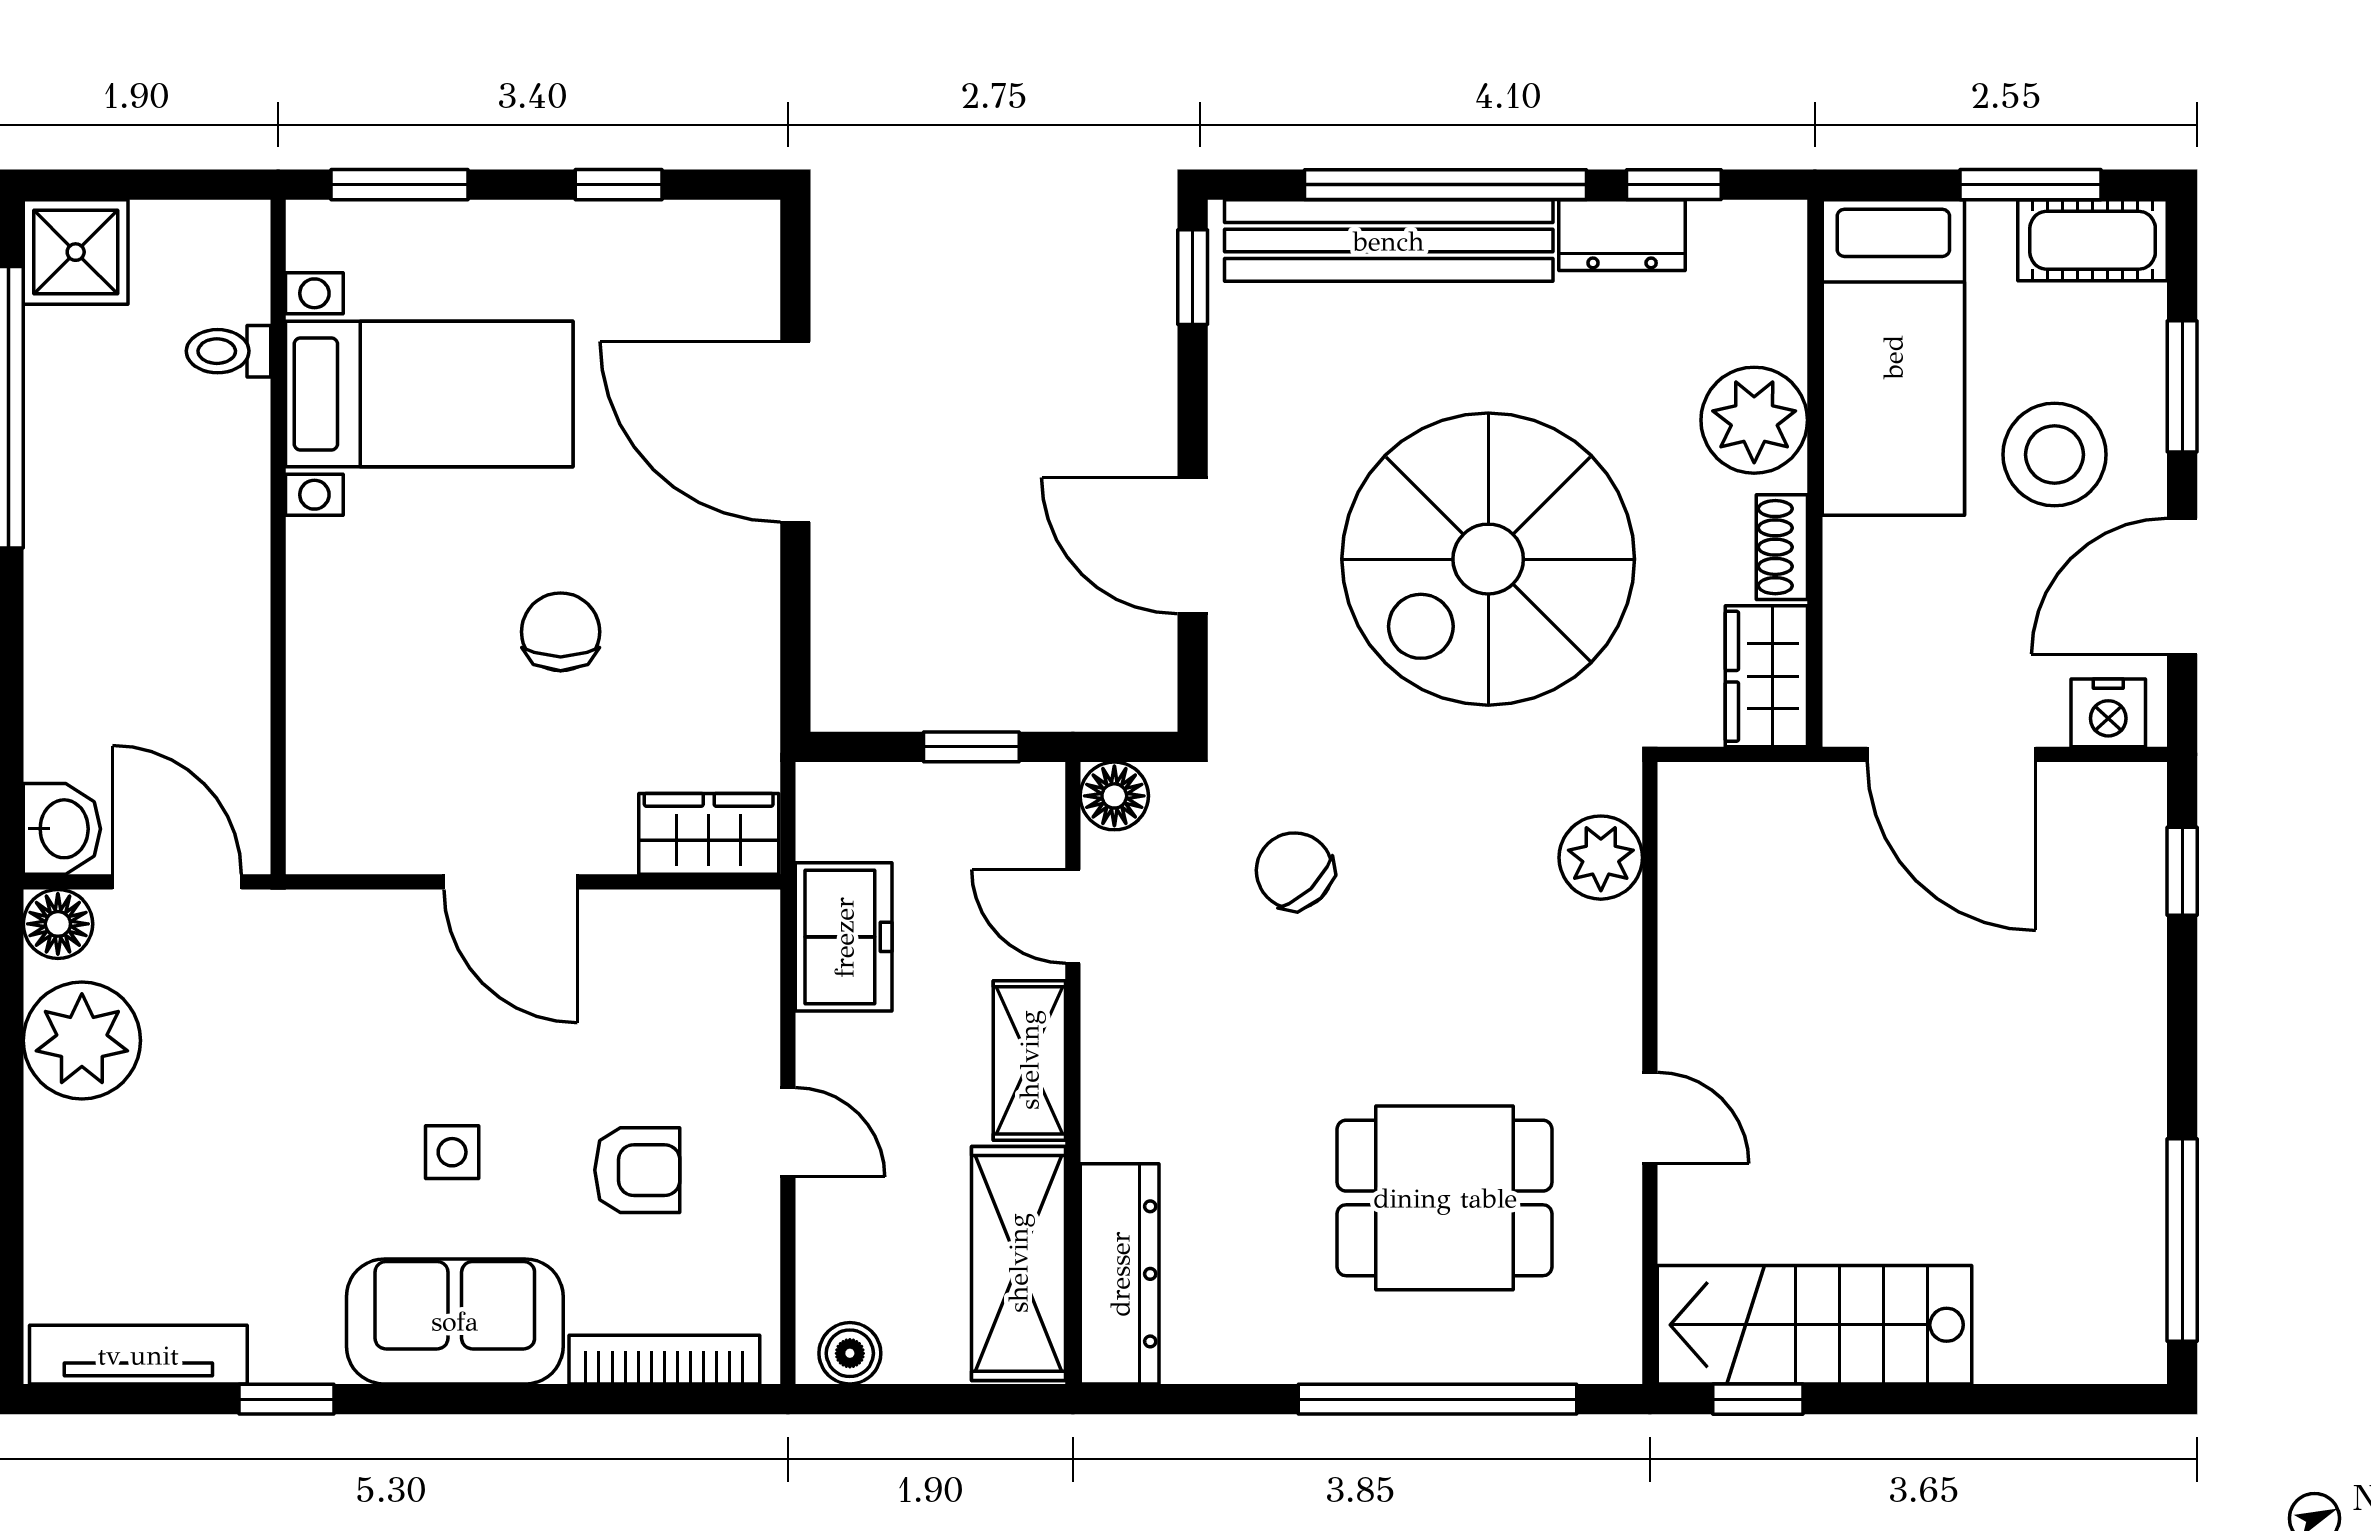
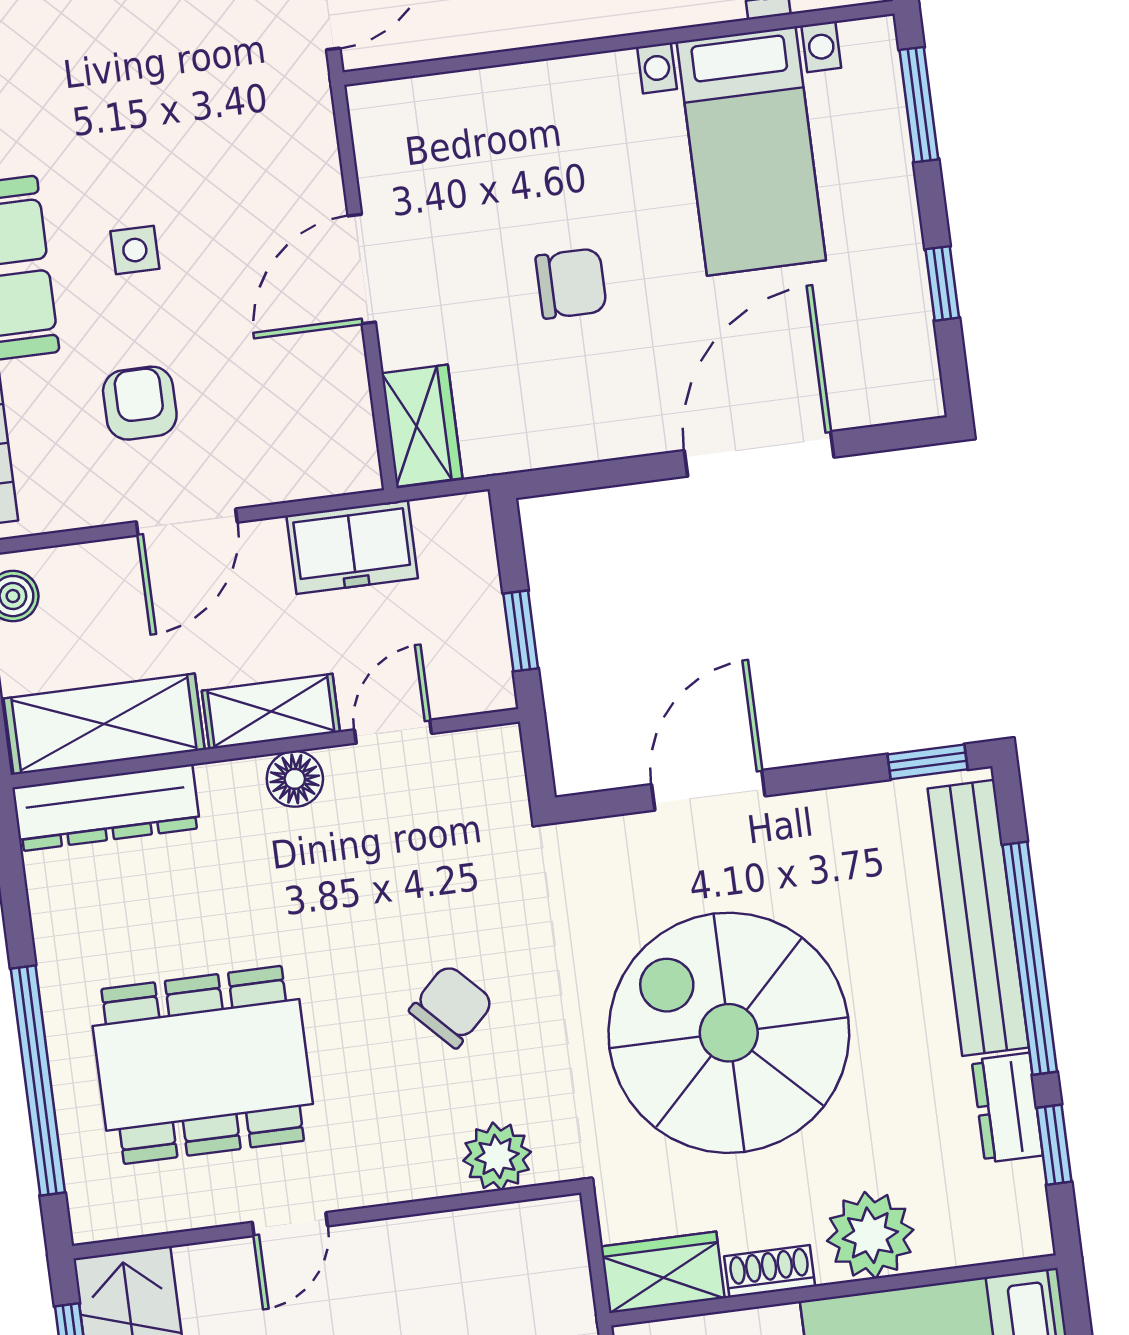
floor lamp: (1114, 796) -> (295, 779), moved
chair: (1294, 871) -> (451, 1006), moved
door: (788, 1132) -> (187, 522), width x1.38
armchair: (637, 1170) -> (140, 403), turned 180
dining table: (1445, 1198) -> (203, 1065), width x1.38

